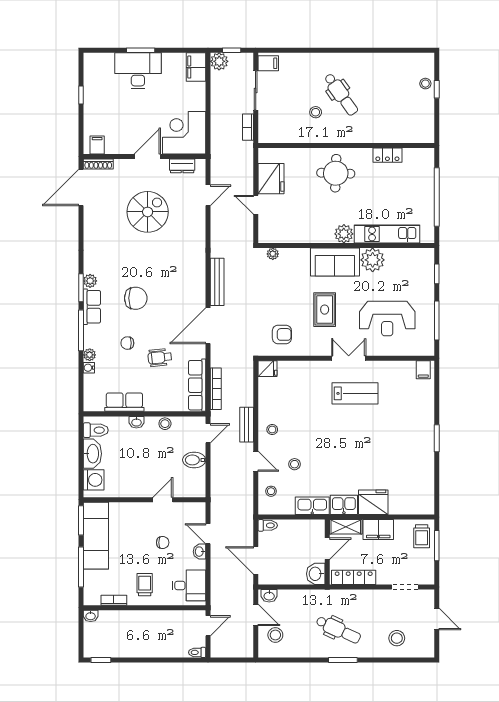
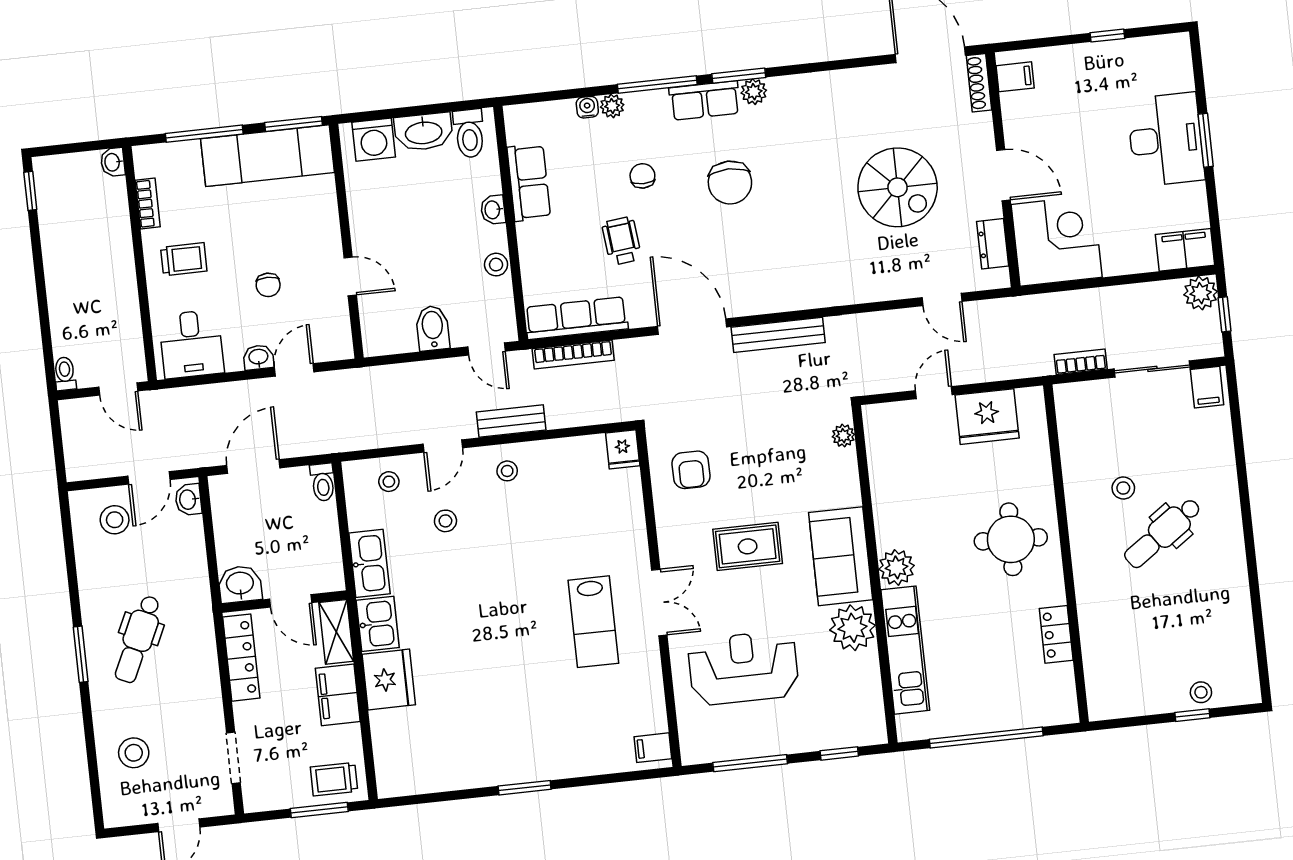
reception desk: (387, 319) -> (743, 668), turned 90

